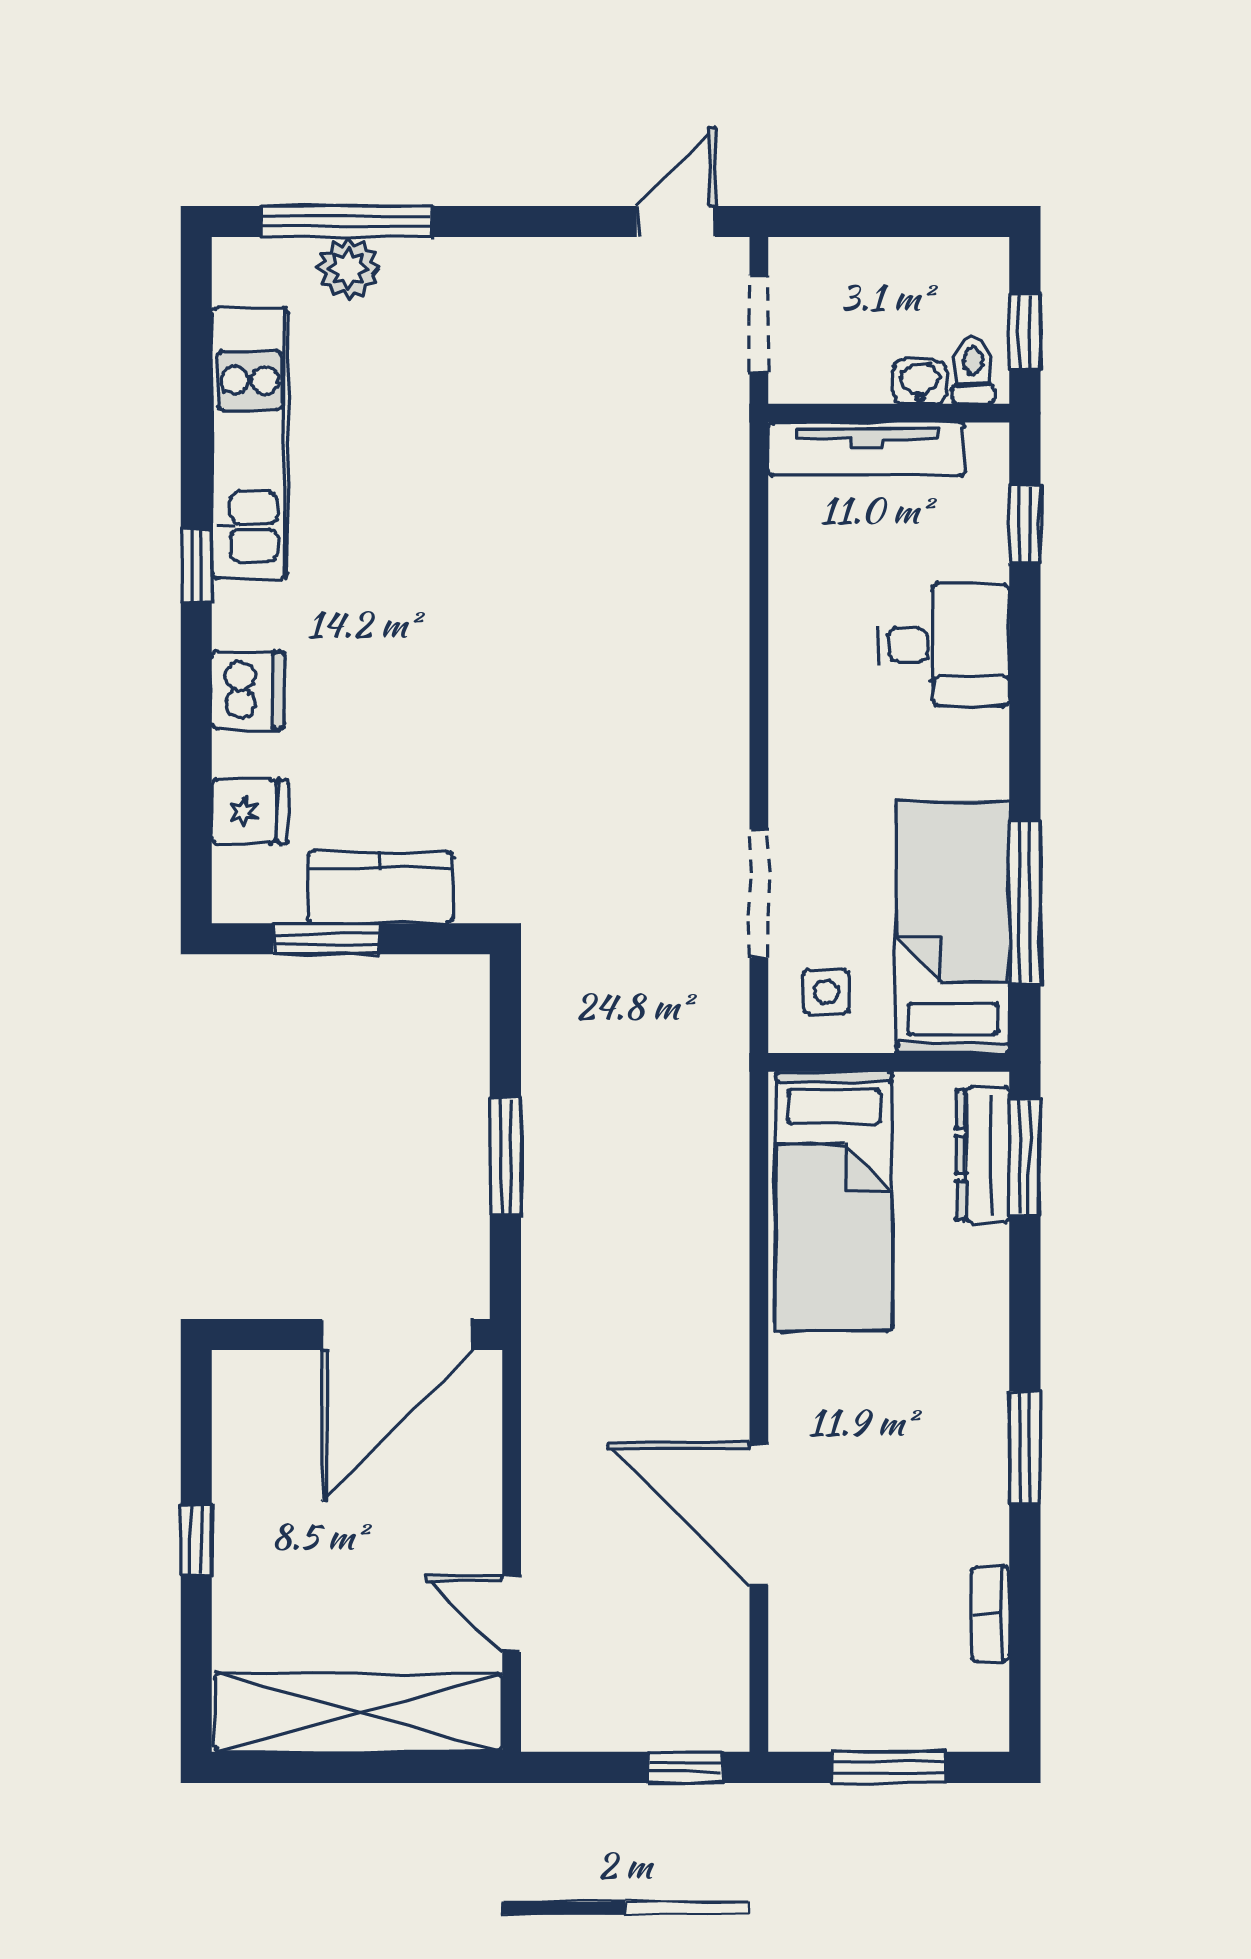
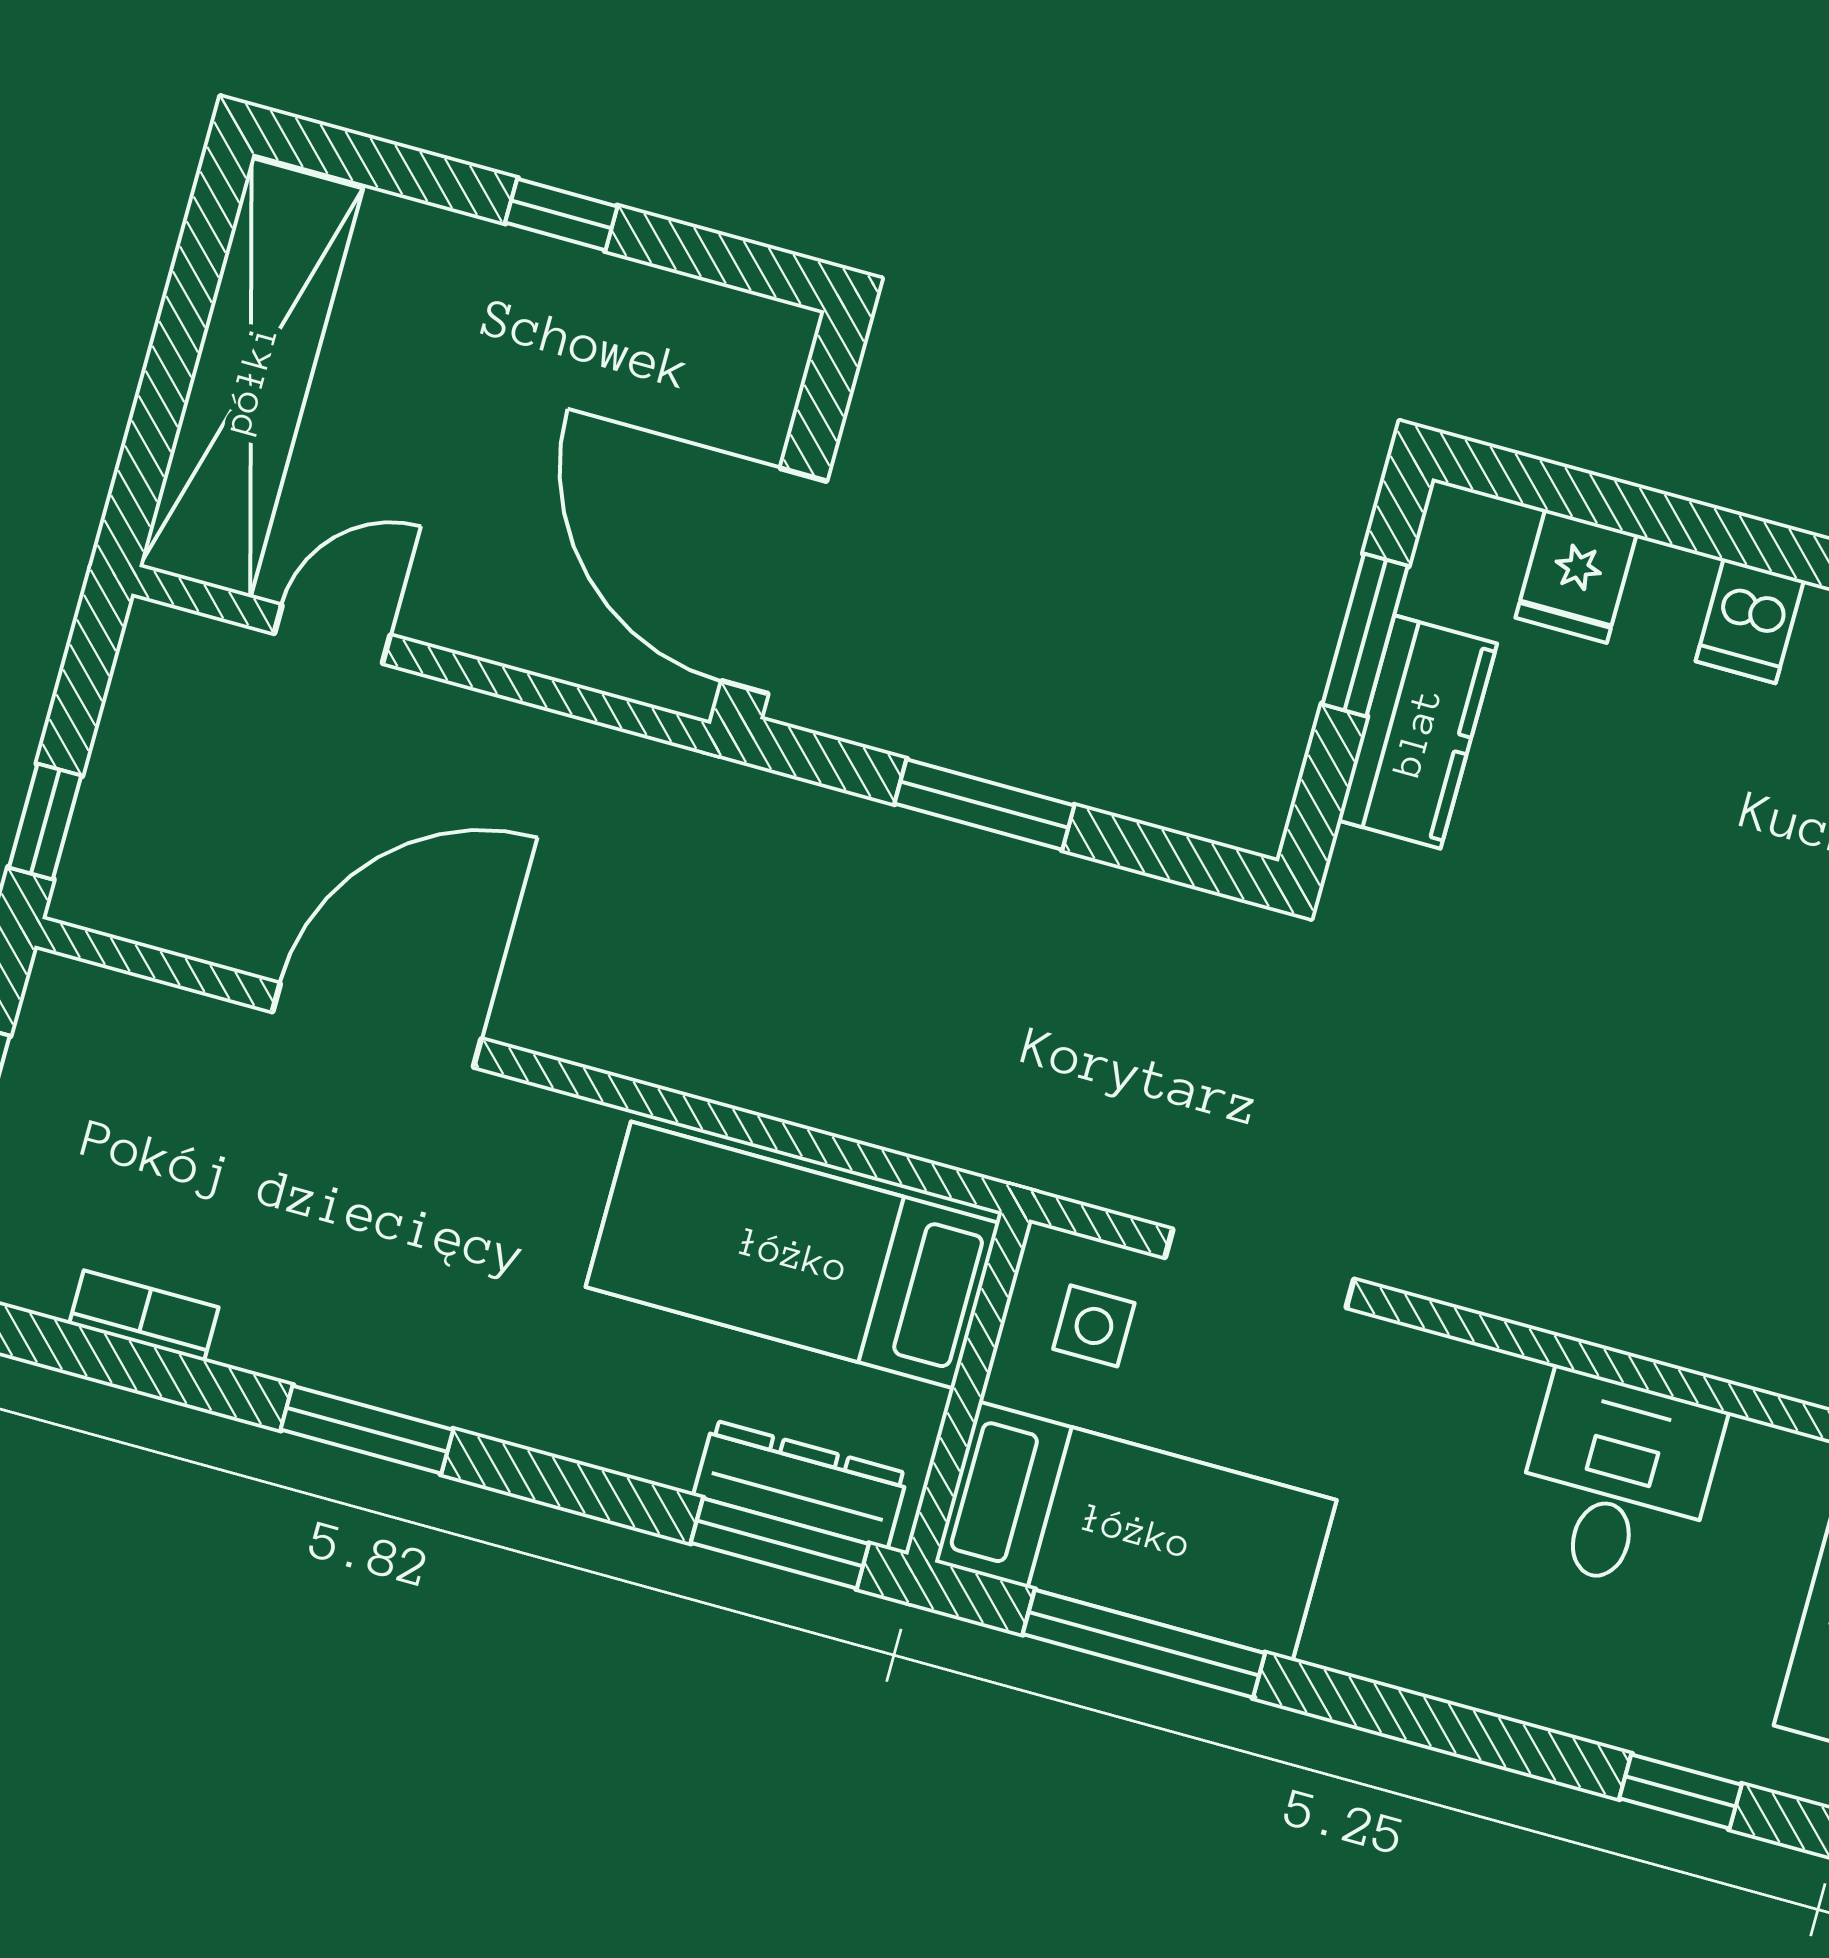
desk: (944, 645) -> (1617, 1482), moved, turned 180
dishwasher: (248, 690) -> (1750, 621), width x0.73

